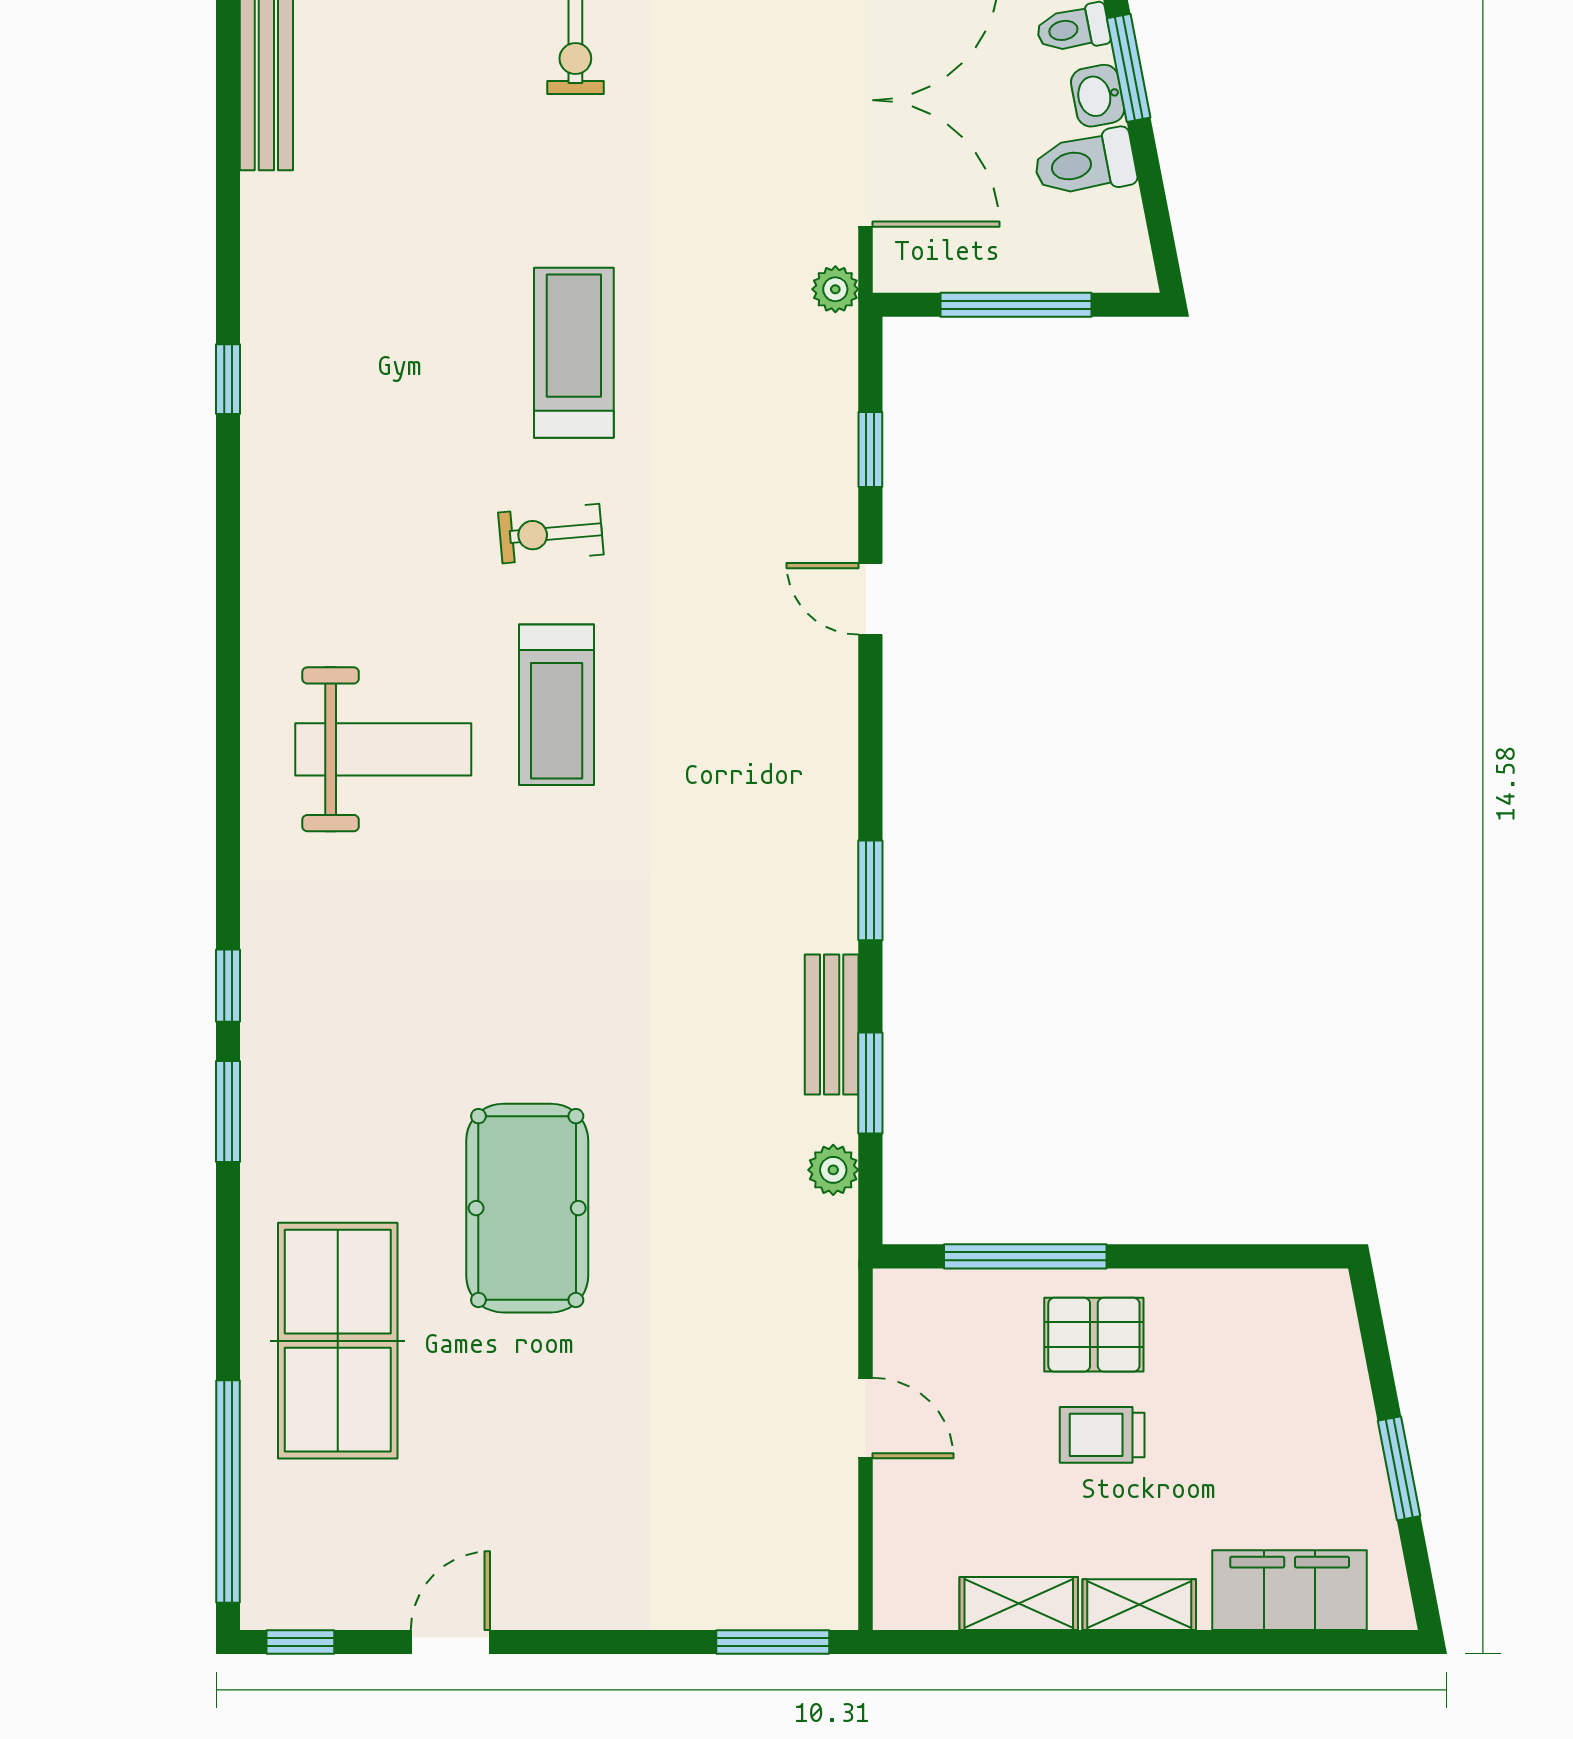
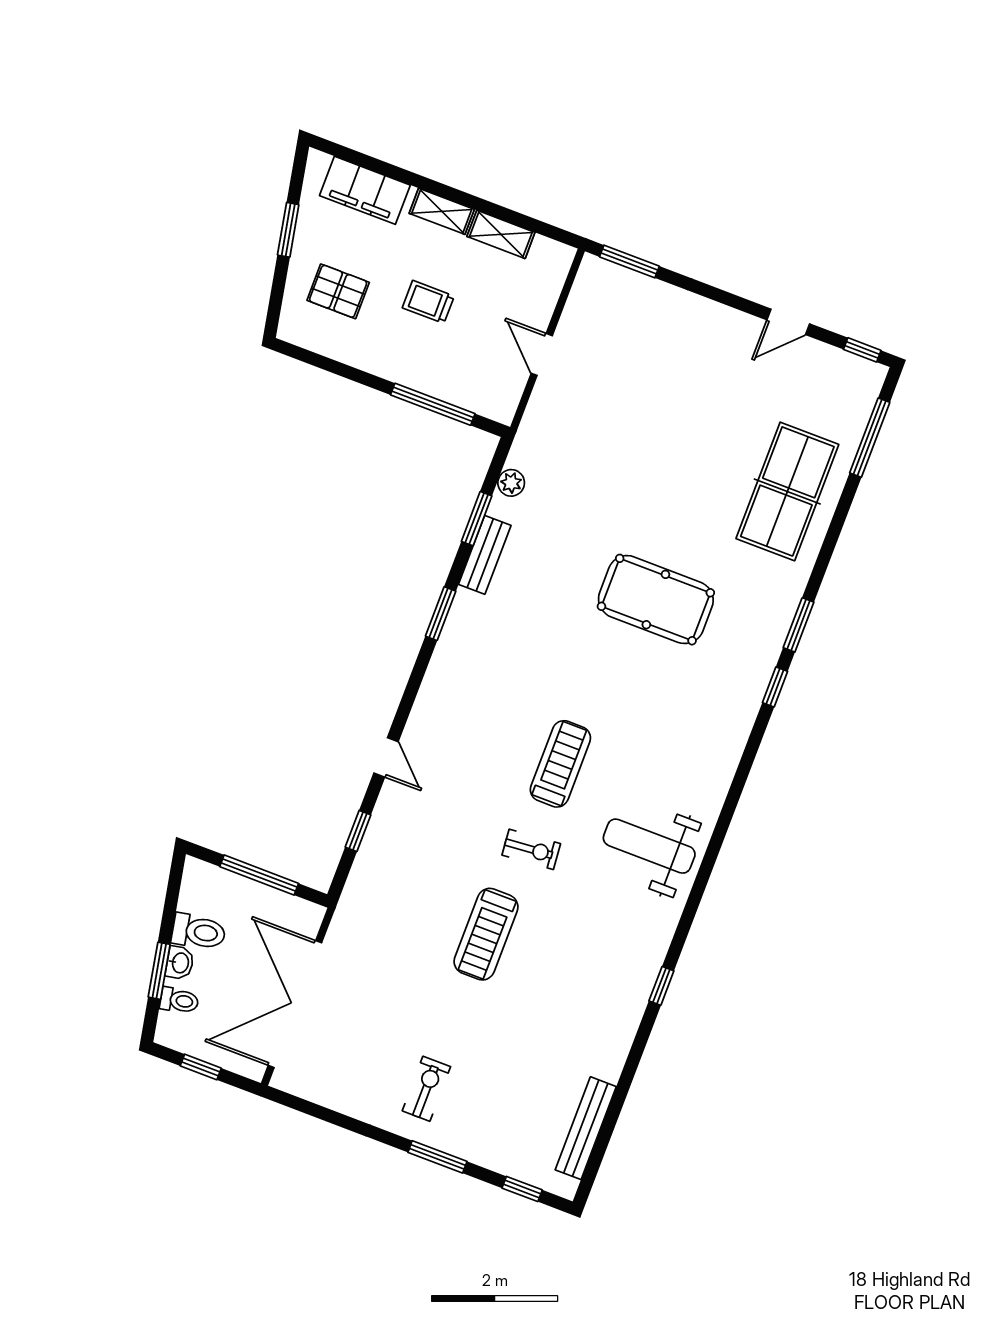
plant: (835, 289) -> (345, 917), removed
weight bench: (383, 749) -> (649, 846), moved
pool table: (527, 1208) -> (656, 600), moved, turned 90
pallet: (1094, 1335) -> (338, 291), moved
trolley: (1102, 1435) -> (428, 302), turned 180
window: (228, 1492) -> (870, 438), width x0.68

